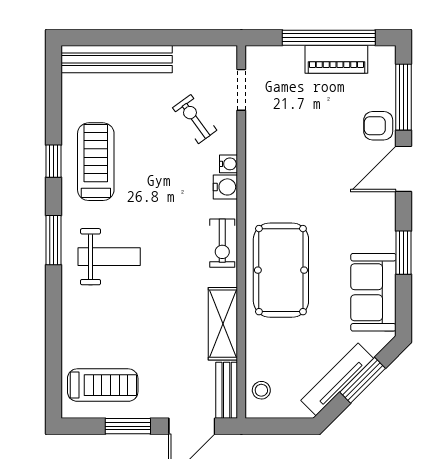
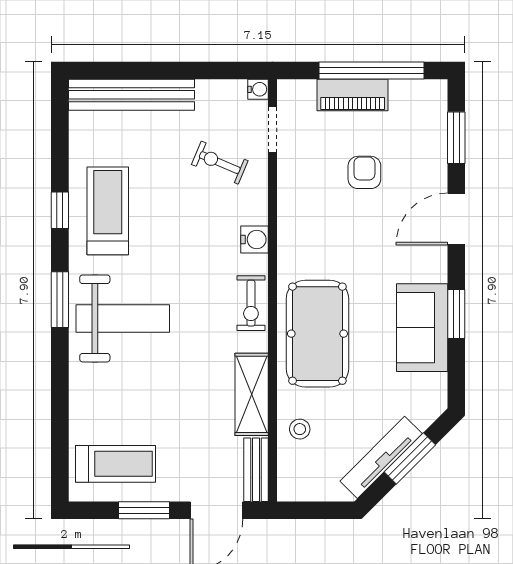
piano: (336, 59) -> (353, 95), moved
window: (404, 97) -> (456, 138), width x0.69
exercise bike: (195, 119) -> (220, 163), turned -31
armchair: (378, 126) -> (364, 172), moved, turned 90
water cooler: (228, 164) -> (258, 89), moved
weight bench: (109, 257) -> (123, 318), width x1.36, depth x1.33
sofa: (373, 292) -> (422, 328), moved
stool: (261, 390) -> (300, 429), moved

